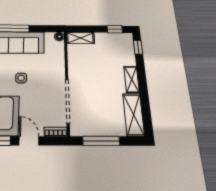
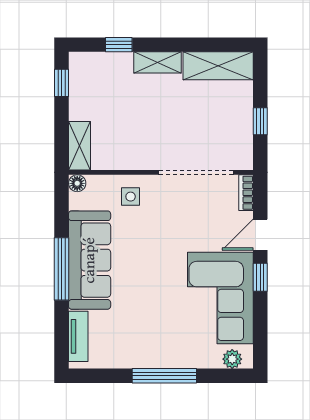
window: (138, 47) -> (119, 45), moved
side table: (21, 78) -> (131, 197), moved
window: (101, 141) -> (260, 121), width x0.46

